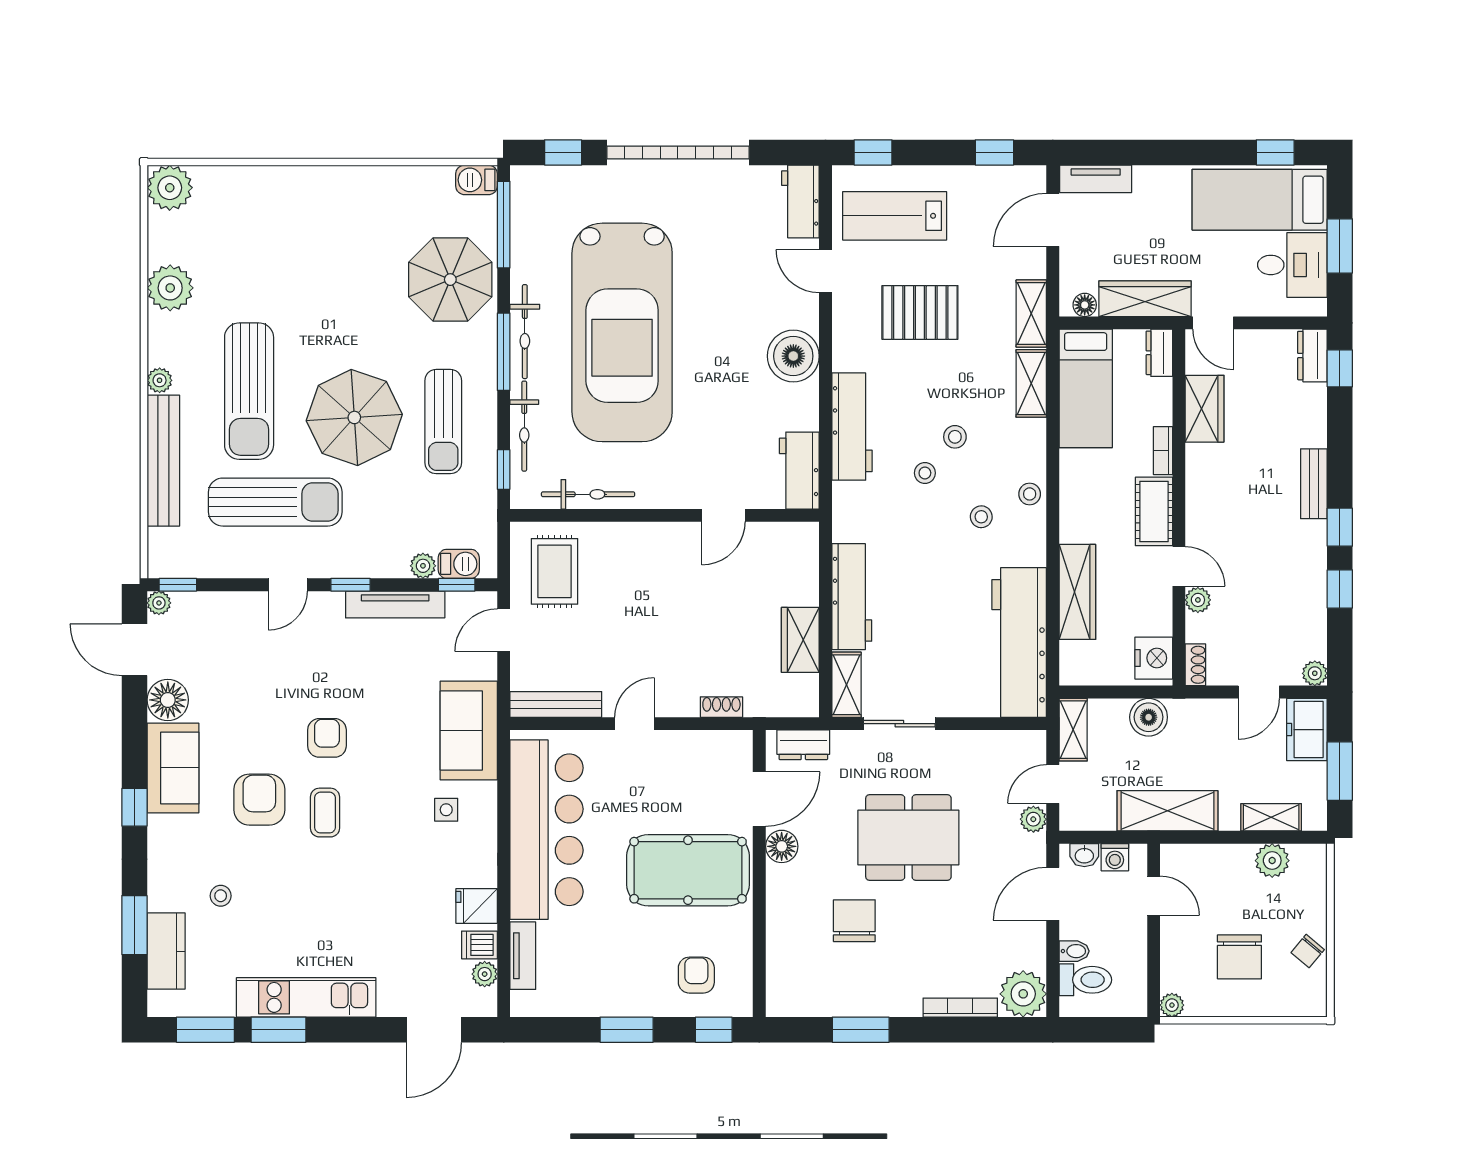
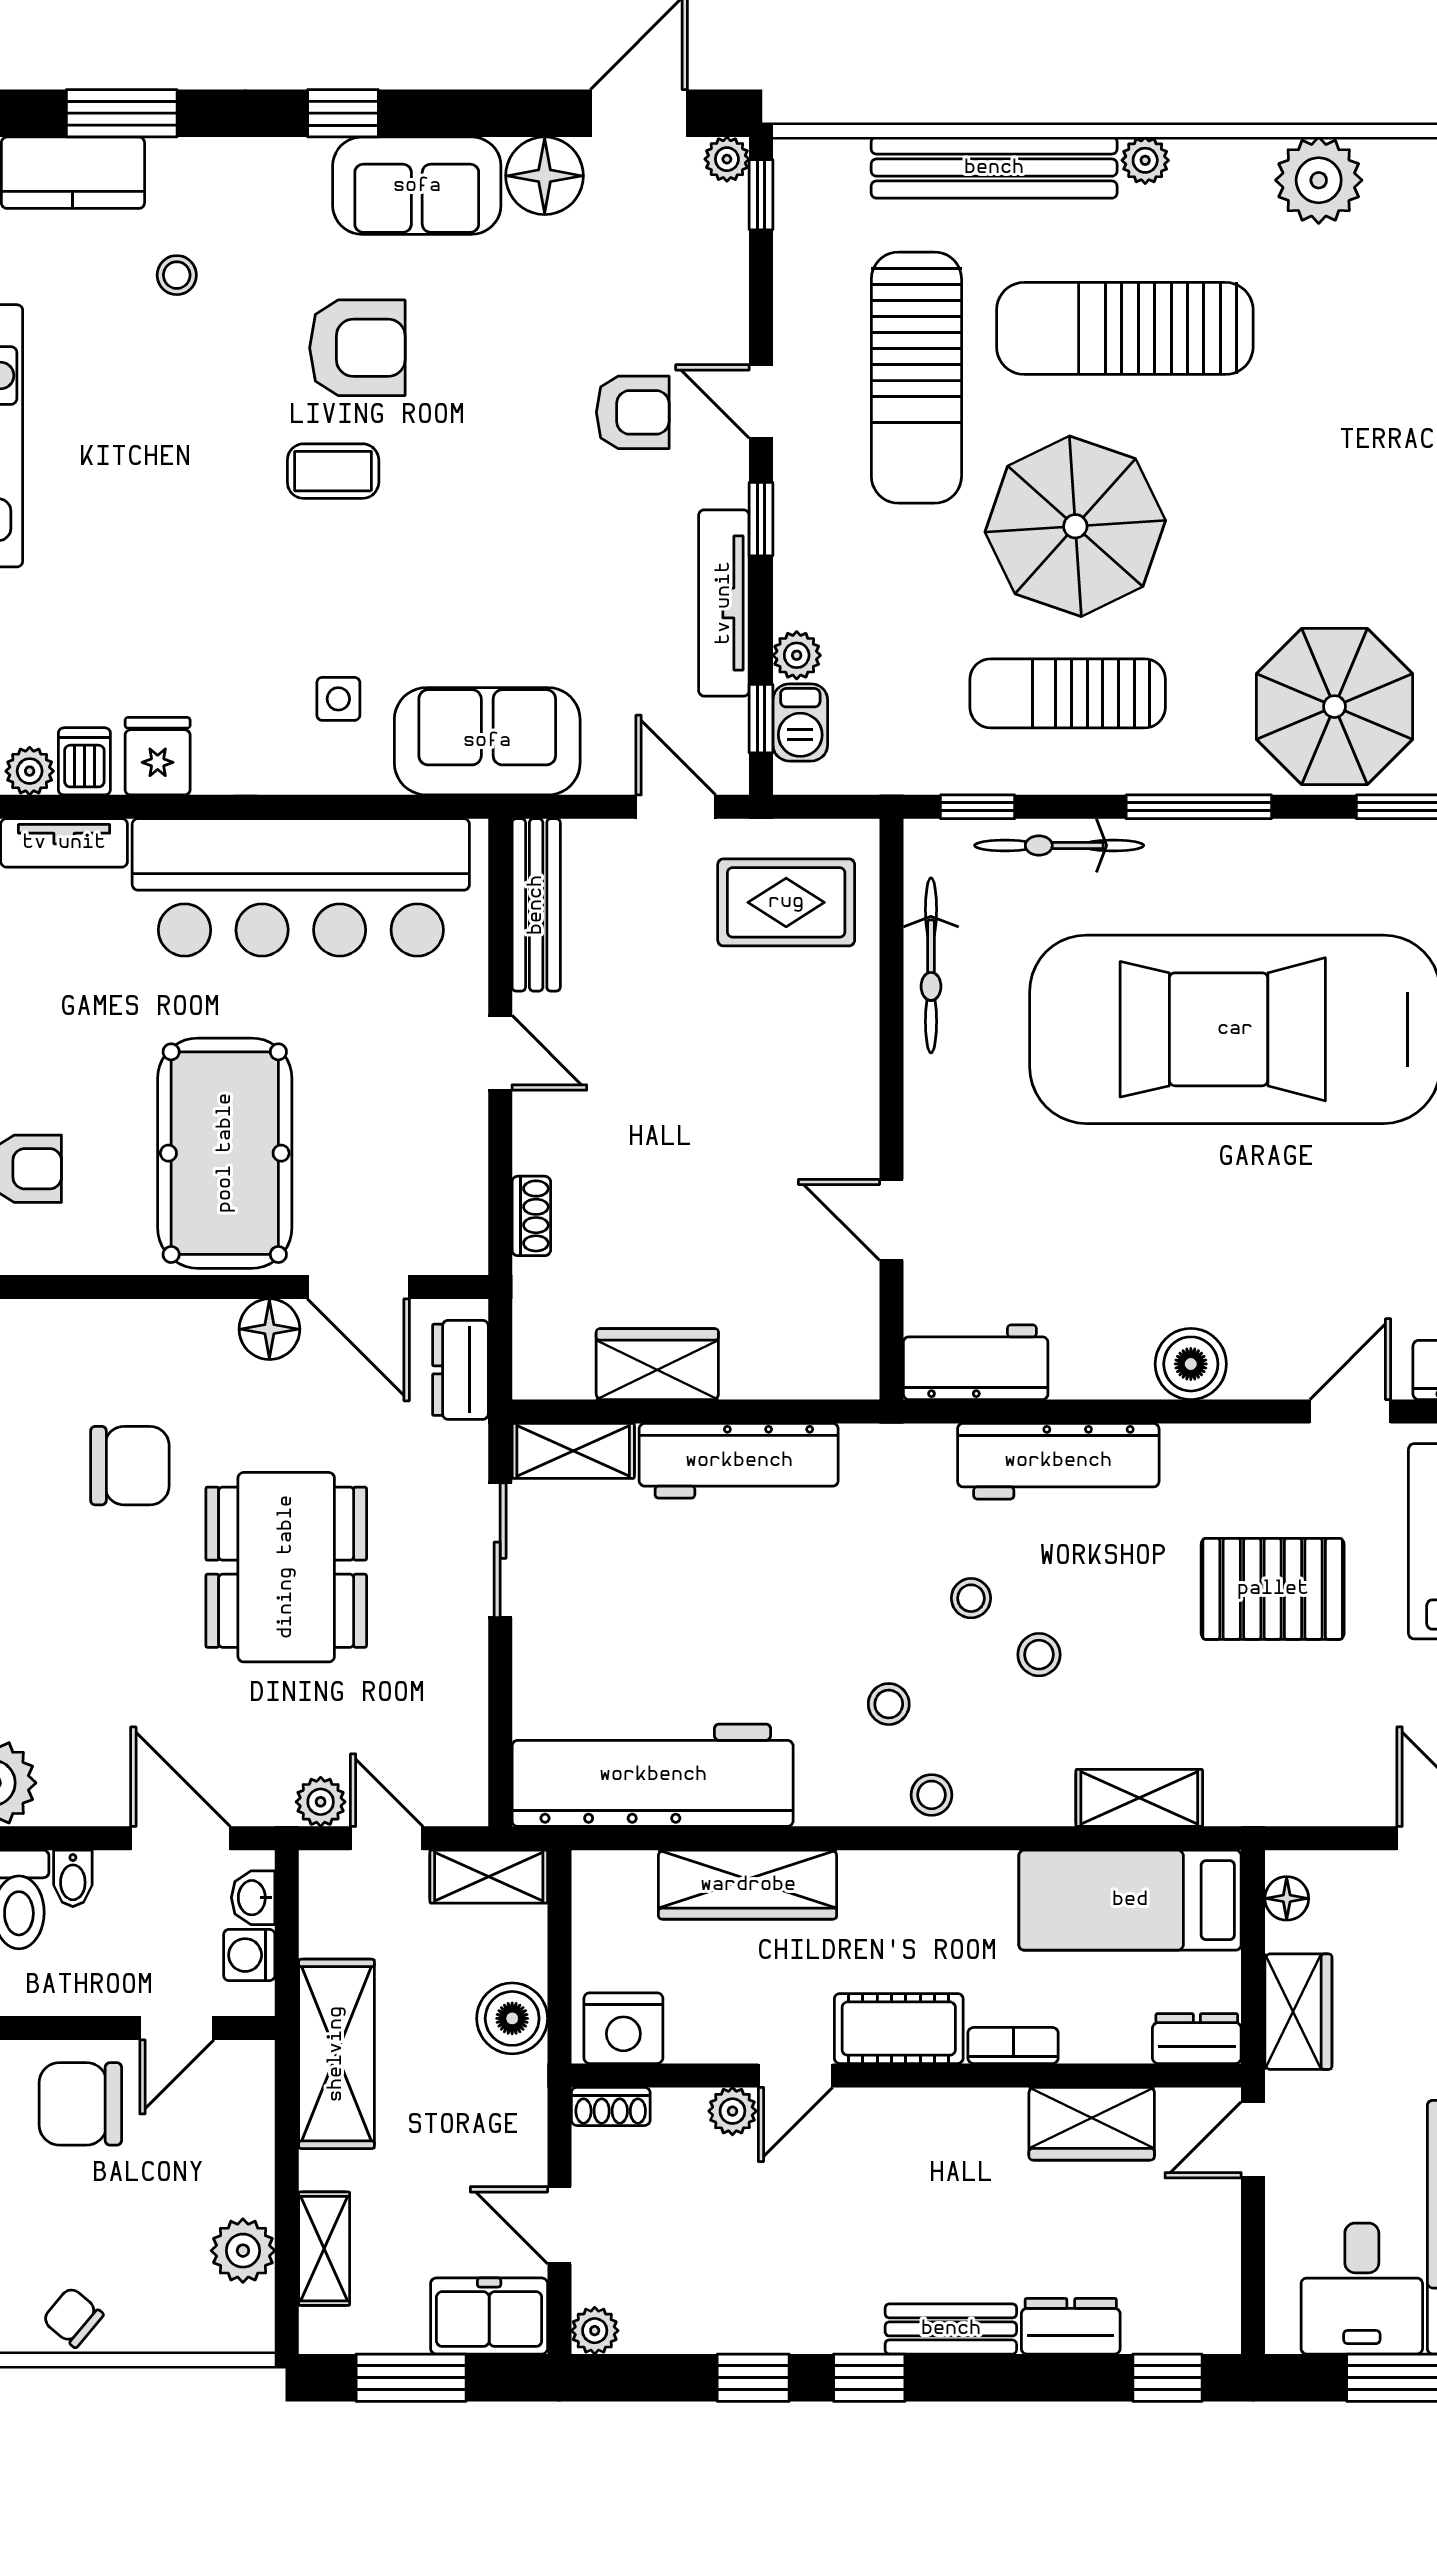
wardrobe: (1145, 299) -> (1298, 2012), width x0.67
pallet: (920, 312) -> (1273, 1589), turned 90
shelving: (1031, 314) -> (1270, 1798), removed
bicycle: (525, 332) -> (1237, 847), removed
boiler: (793, 356) -> (1191, 1364), width x0.73, depth x0.73
dresser: (1312, 356) -> (1071, 2326), moved
armchair: (327, 738) -> (633, 412), moved
chair: (1239, 957) -> (80, 2104), moved

